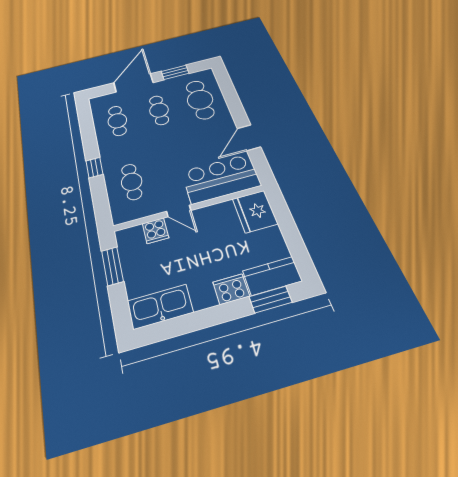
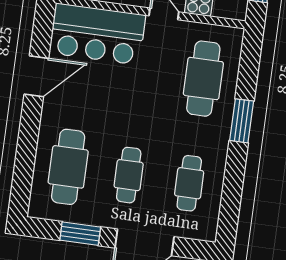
window: (94, 168) -> (242, 121), width x1.50
cafe table: (132, 182) -> (203, 79), width x1.37, depth x1.35

